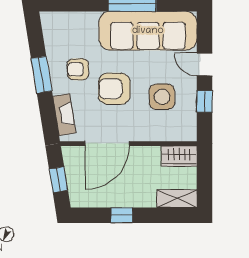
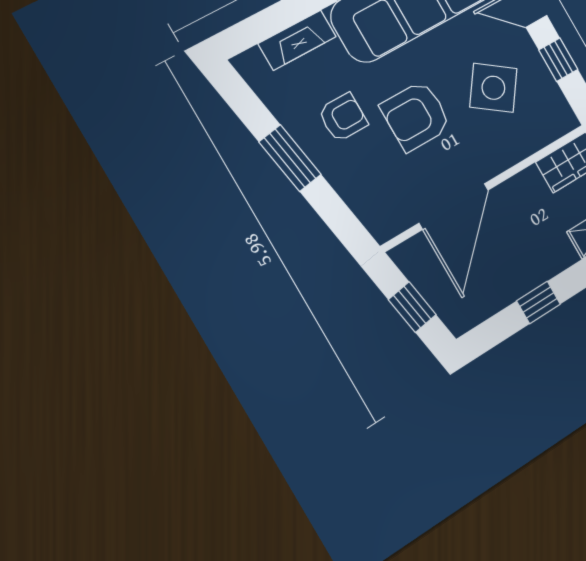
armchair: (78, 69) -> (343, 117), turned 180
side table: (162, 97) -> (493, 88), turned 36
fireplace: (64, 115) -> (297, 40), moved, turned 99

